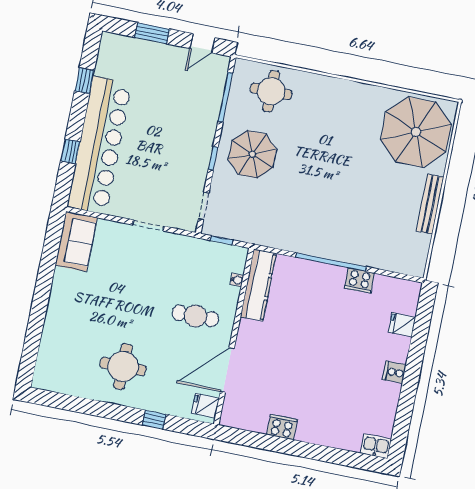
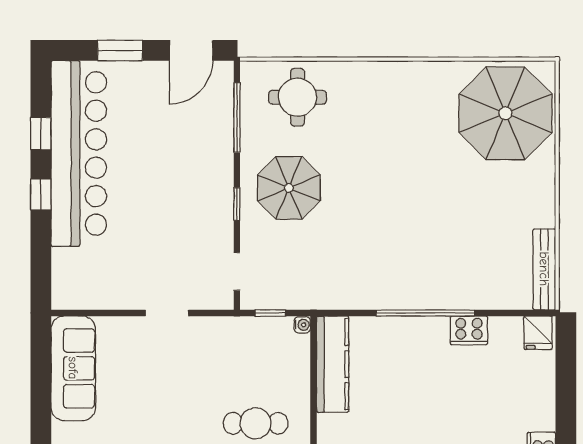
door: (202, 43) -> (191, 50), width x1.38
bar counter: (99, 145) -> (79, 153), moved
window: (70, 151) -> (41, 194), moved
bench: (430, 204) -> (544, 269), moved
sofa: (76, 242) -> (73, 368), width x1.36
water cooler: (237, 280) -> (302, 325), moved
fridge: (402, 325) -> (538, 333), moved, turned -90

